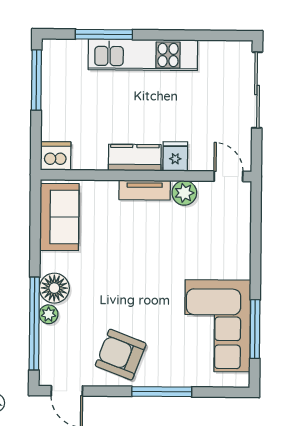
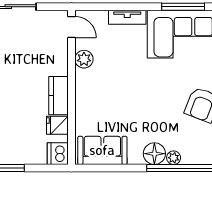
fridge: (175, 156) -> (57, 125), moved
door: (228, 176) -> (72, 27), swing flipped
tv unit: (145, 190) -> (127, 17), moved, turned 90

